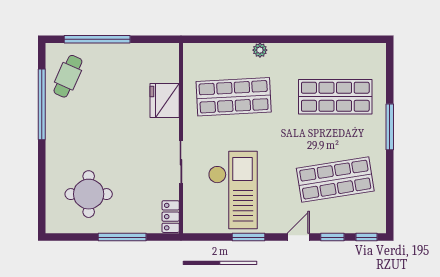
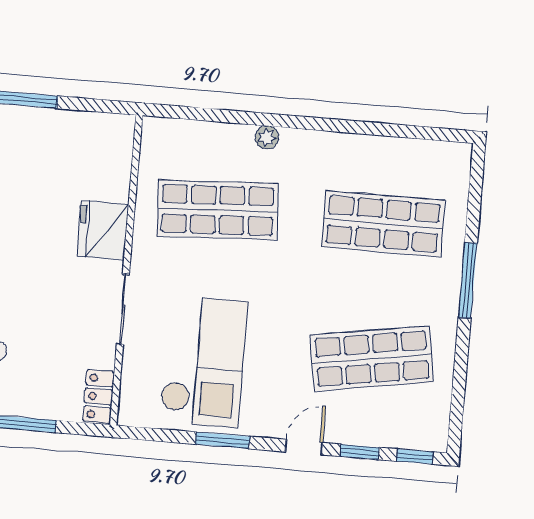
fridge: (165, 100) -> (103, 230), moved

